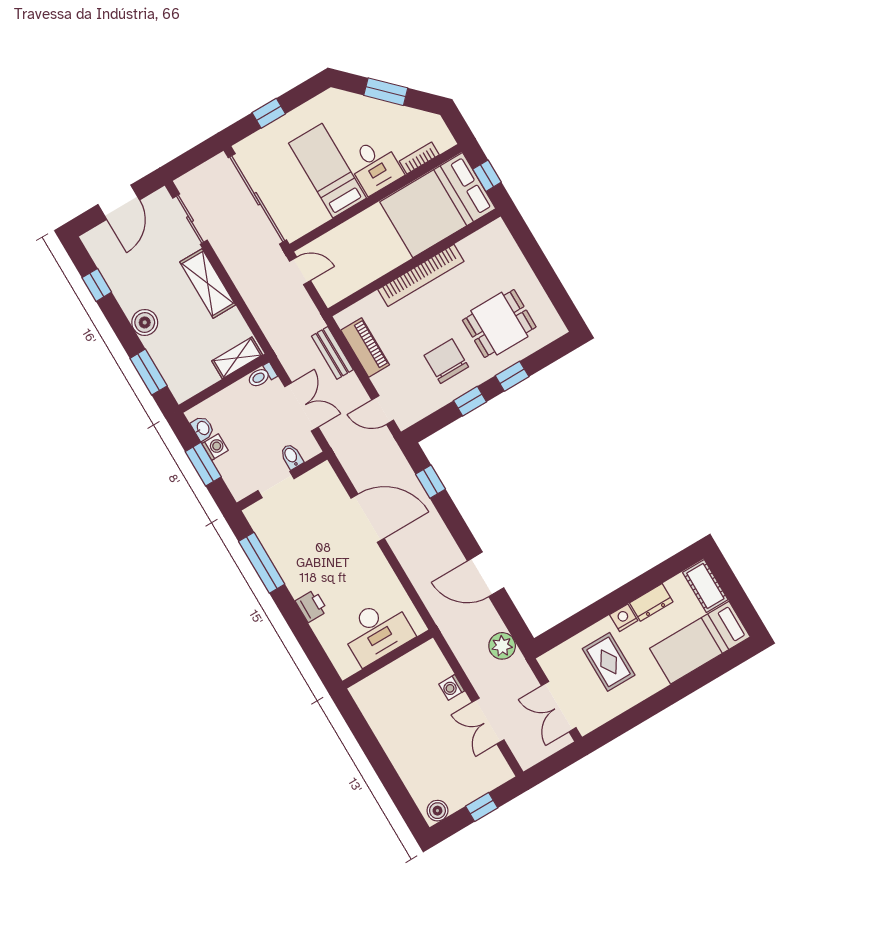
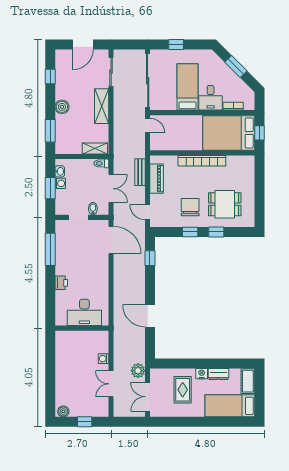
door: (368, 518) -> (111, 240), moved
plant: (502, 646) -> (138, 371), moved

